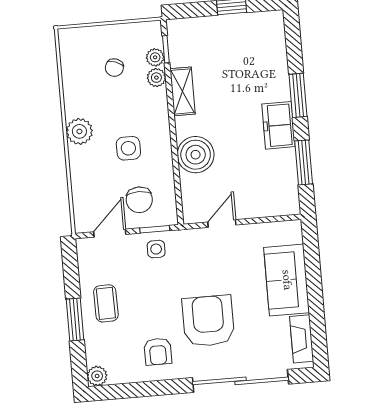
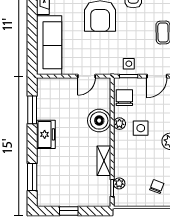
chair: (114, 68) -> (157, 187), moved
plant: (156, 78) -> (119, 124), moved
window: (298, 95) -> (32, 177), moved
chair: (139, 200) -> (124, 98), moved
sofa: (287, 280) -> (49, 45), width x1.36

